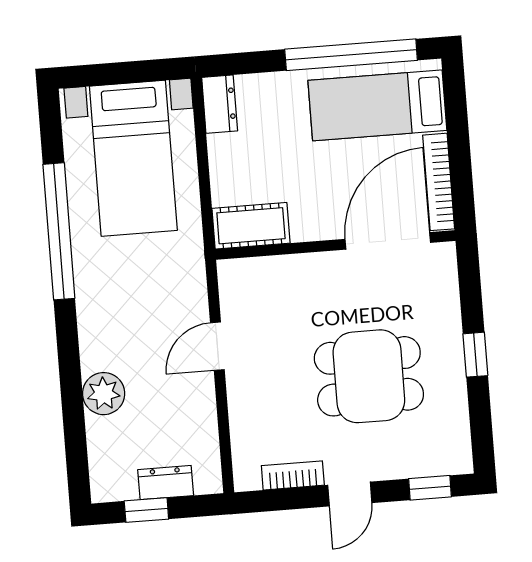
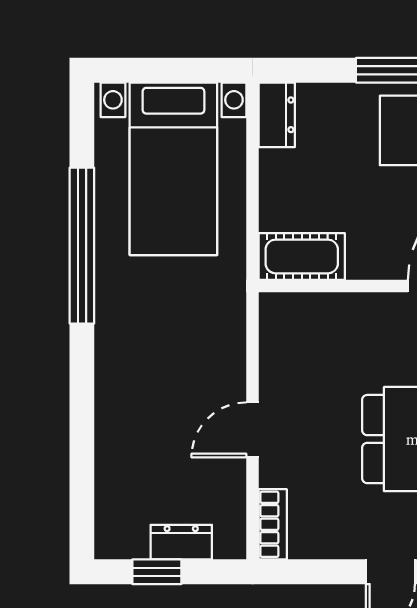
door: (217, 346) -> (252, 430), moved
plant: (104, 394) -> (118, 435), removed
bookcase: (293, 475) -> (273, 524), moved, turned 90

